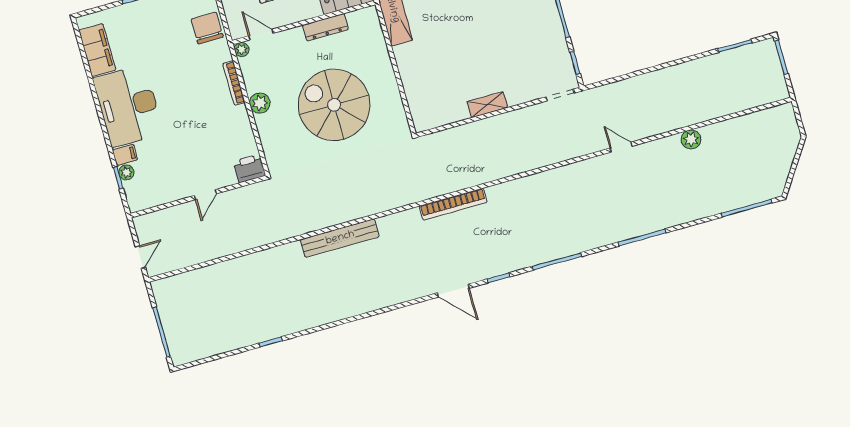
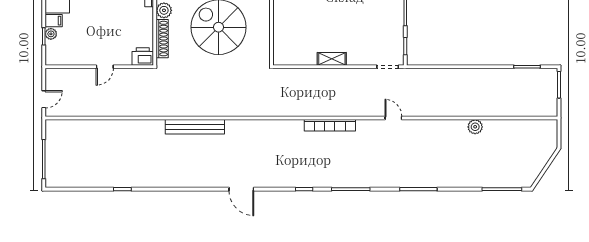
shoe rack: (267, 139) -> (162, 39), added
door: (621, 147) -> (393, 118), moved
bookcase: (453, 204) -> (330, 125), moved
door: (453, 291) -> (241, 189), moved

